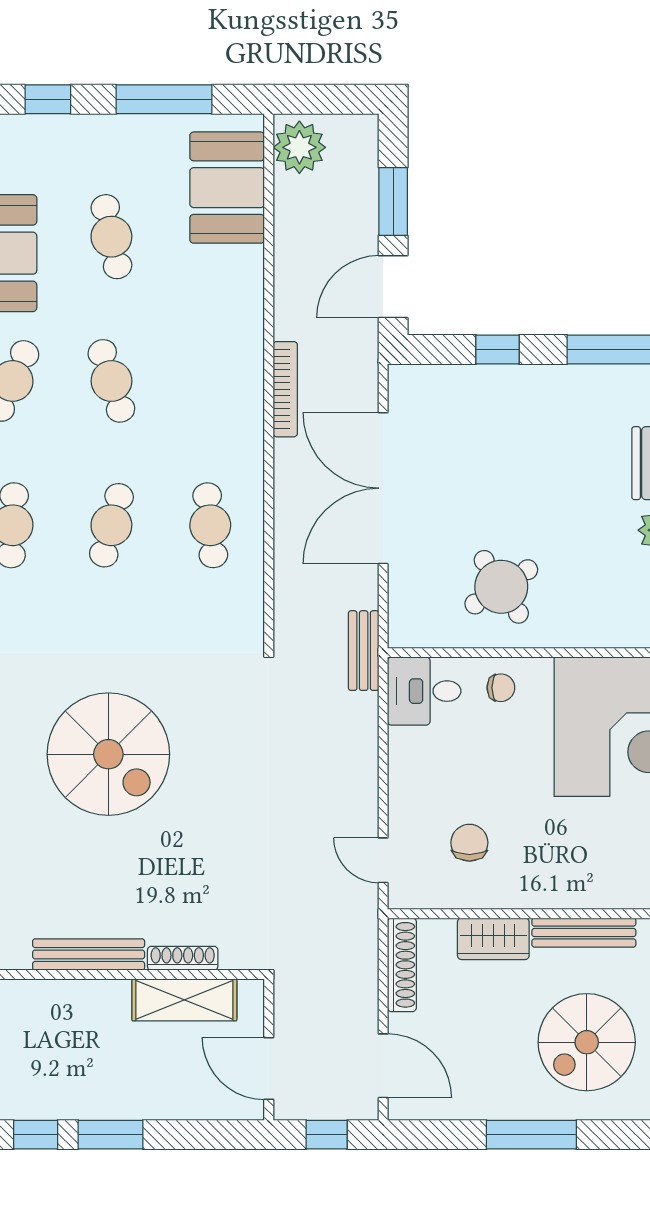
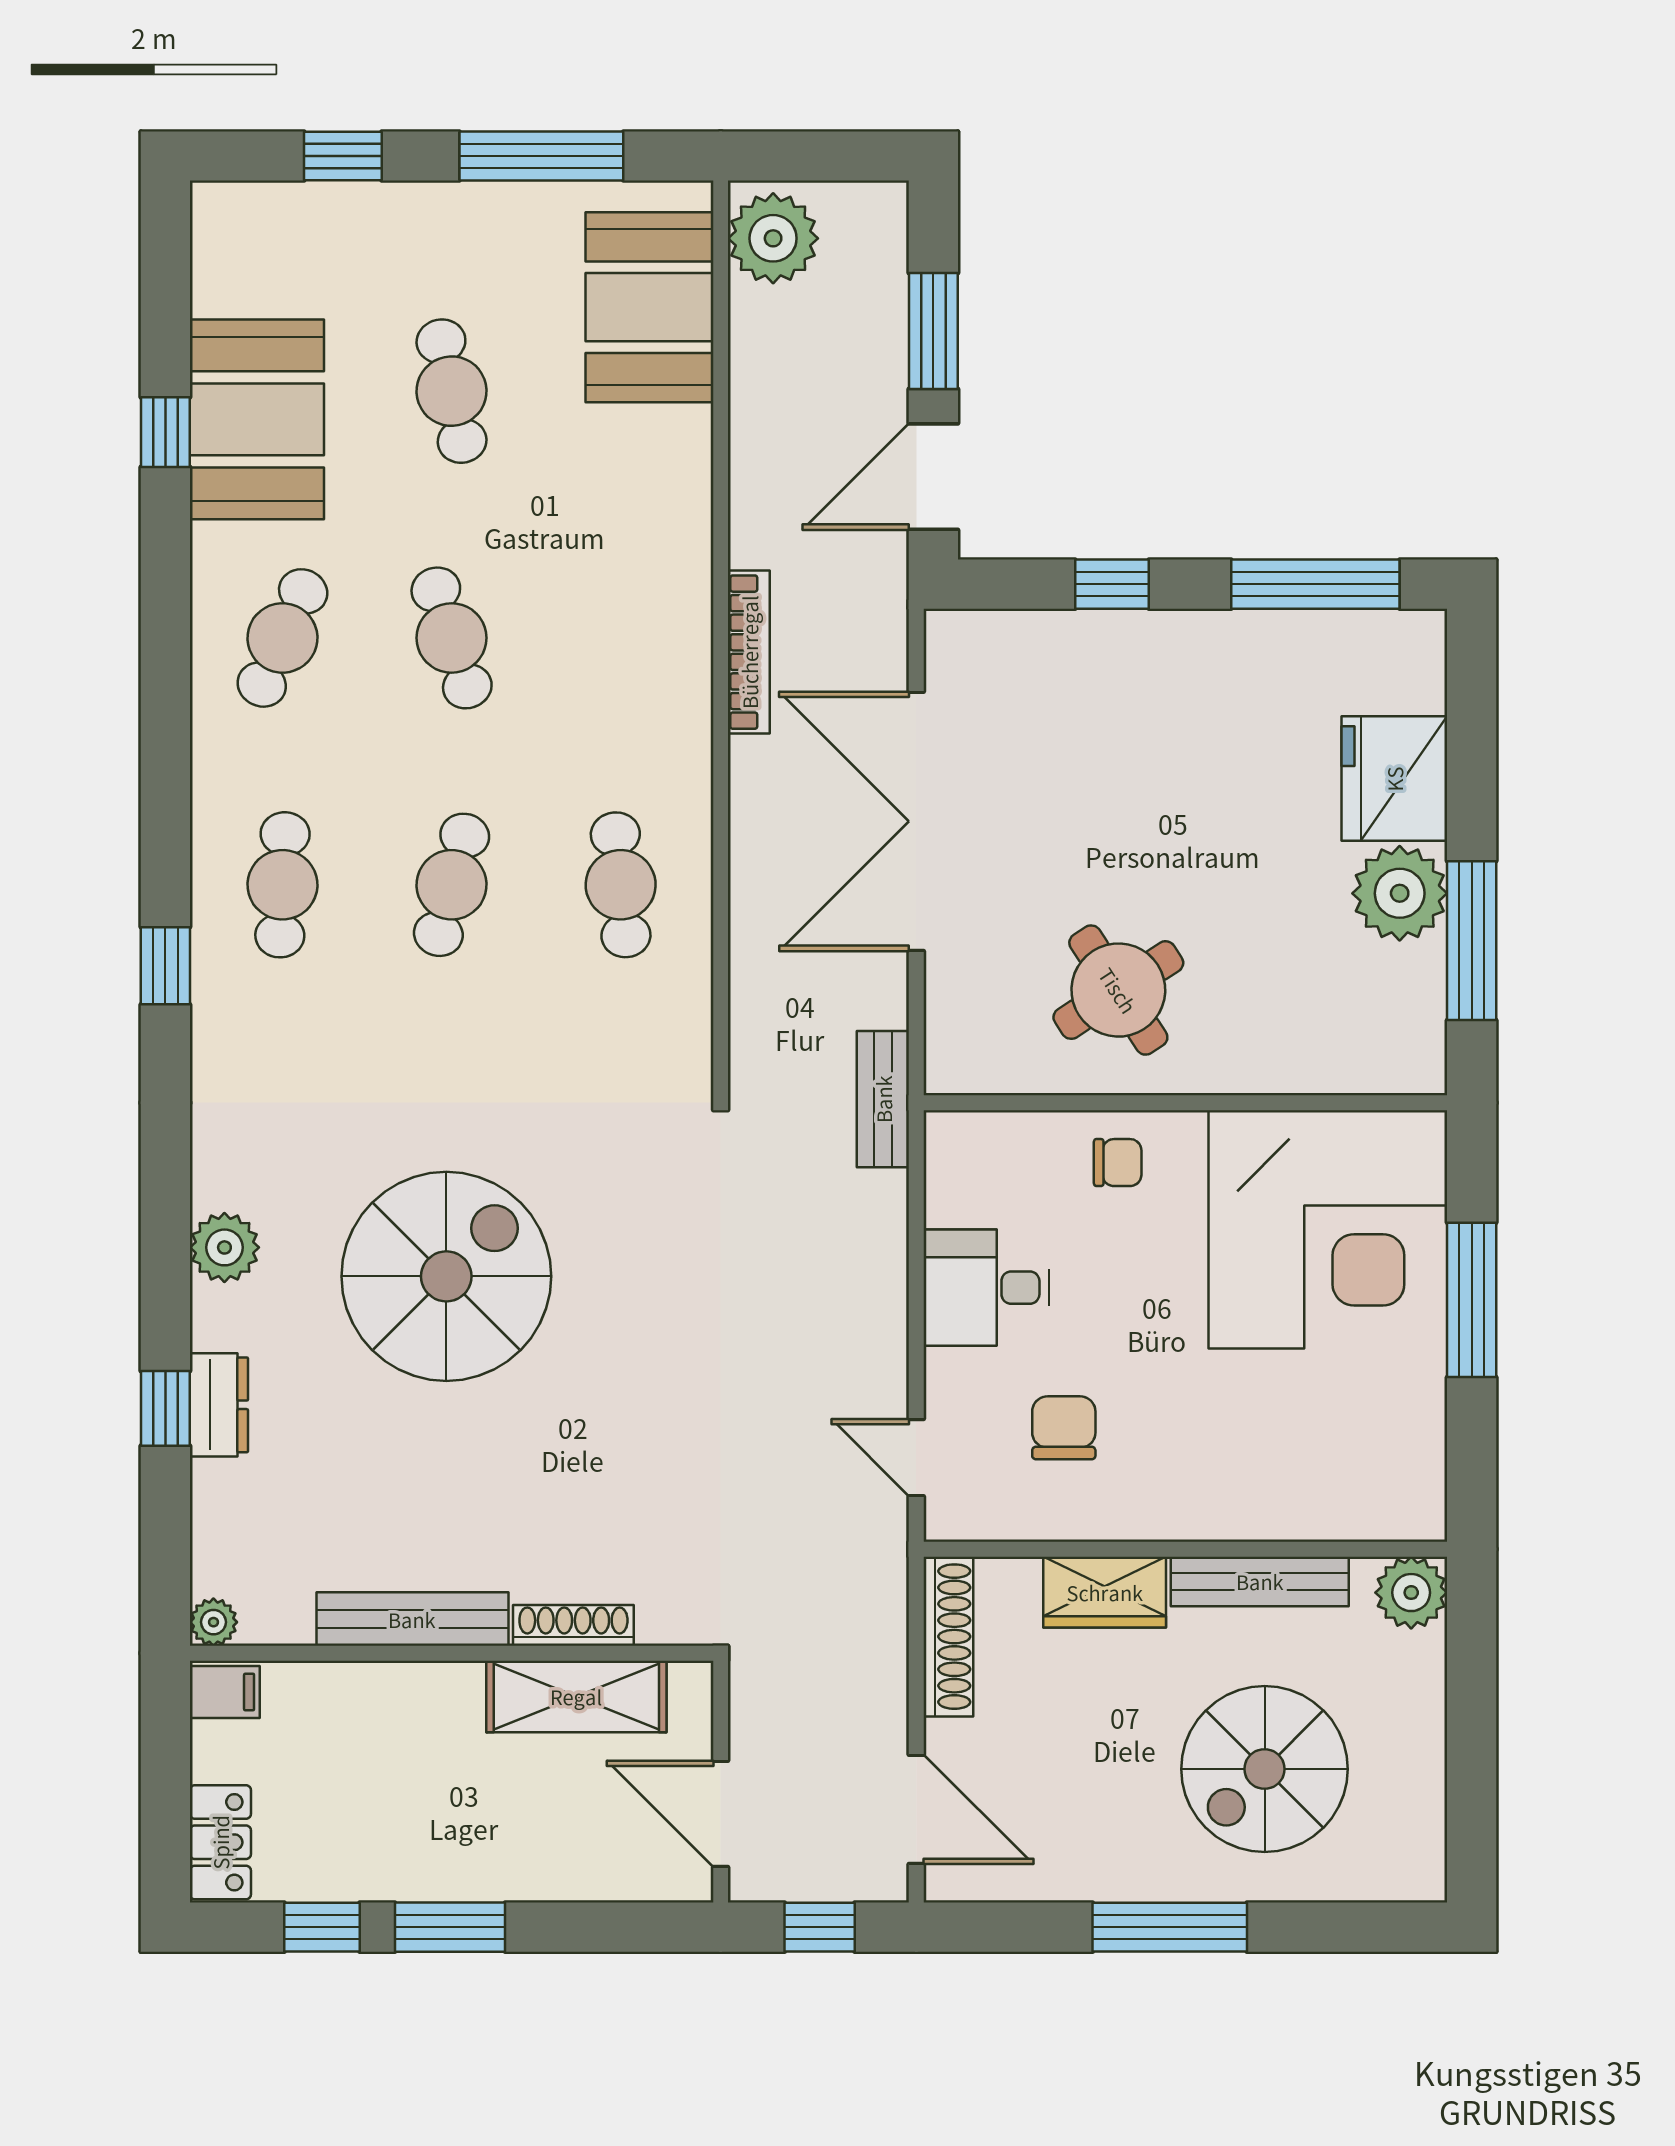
desk: (424, 691) -> (987, 1288), moved
spiral stairs: (108, 754) -> (446, 1276), turned -90

